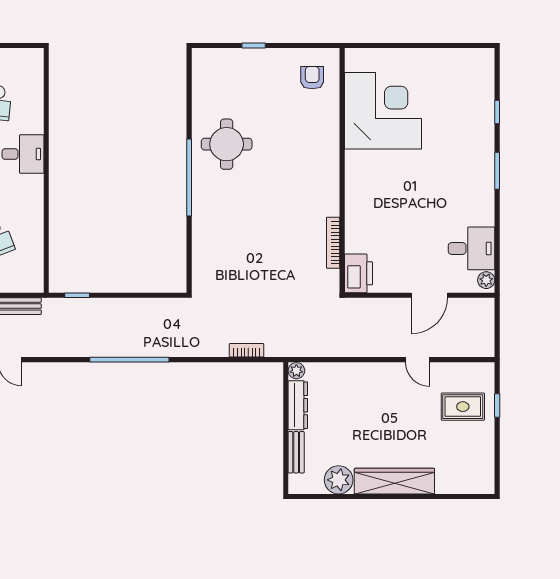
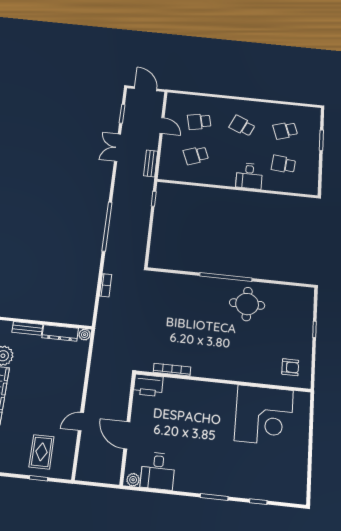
bookcase: (247, 350) -> (106, 285), moved

